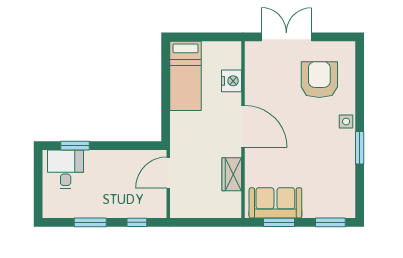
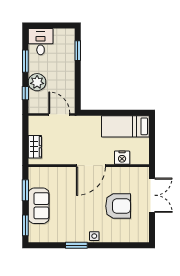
armchair: (319, 80) -> (118, 206), moved
desk: (66, 169) -> (41, 42), moved, turned -90
wardrobe: (232, 174) -> (35, 147), moved, turned 90
sofa: (275, 203) -> (39, 206), moved
plant: (121, 205) -> (37, 82), added

